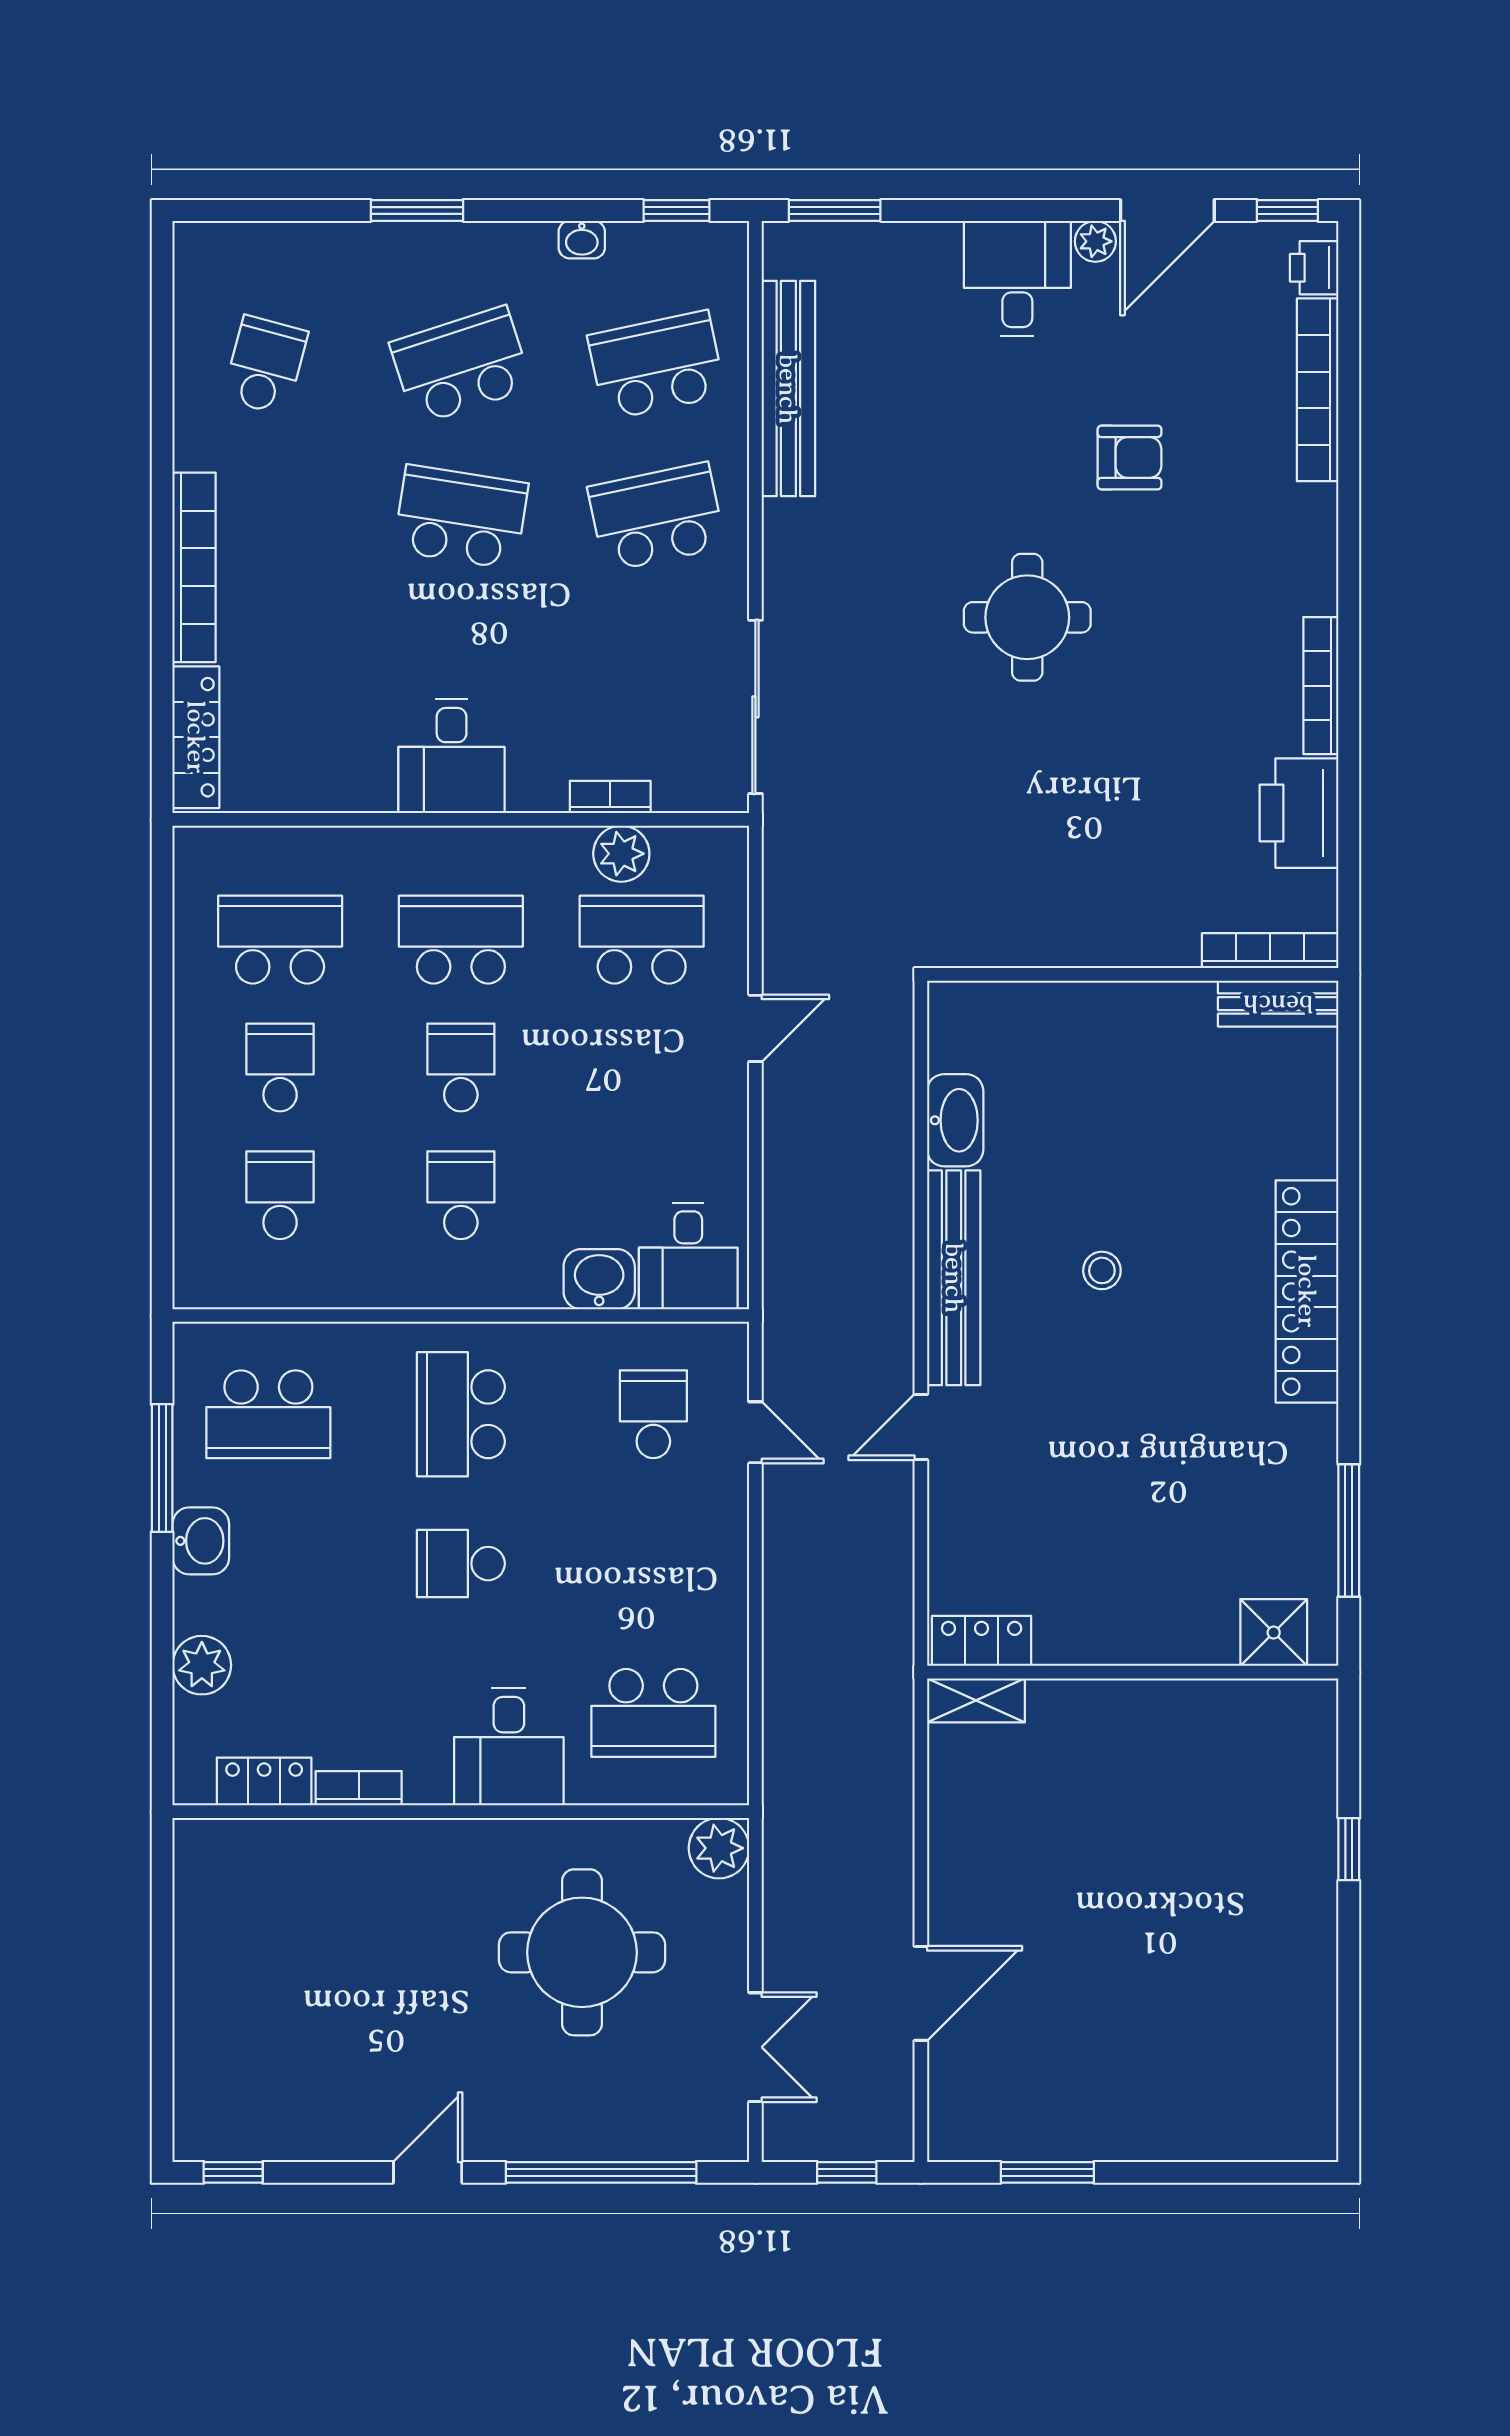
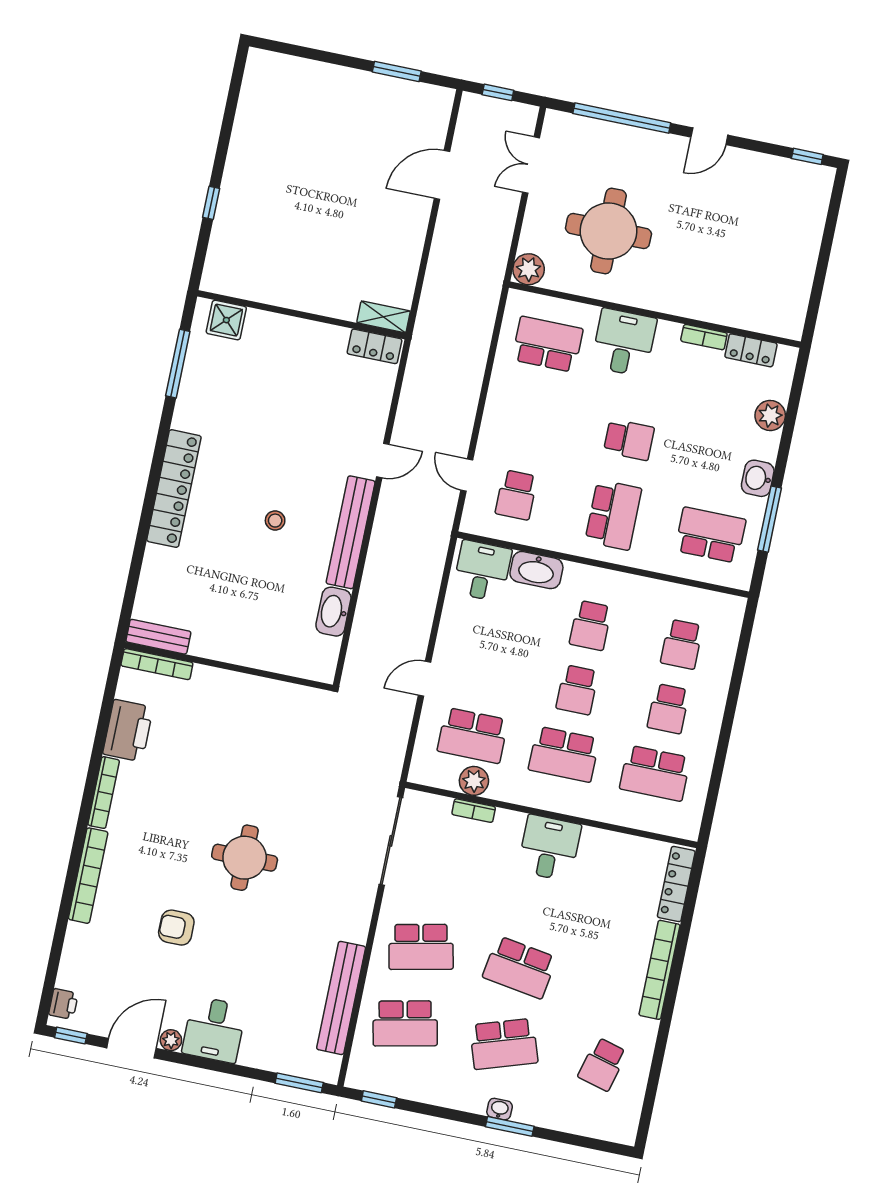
washbasin: (582, 240) -> (500, 1109), moved
bookcase: (1318, 390) -> (88, 876), moved
washbasin: (599, 1279) -> (536, 570), width x1.38

